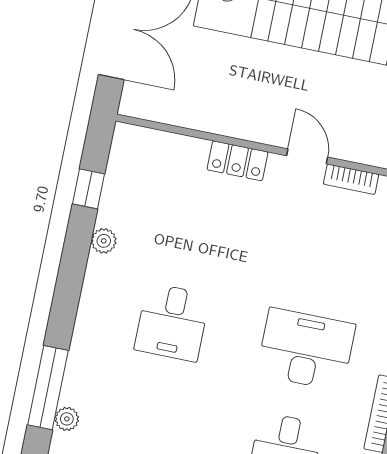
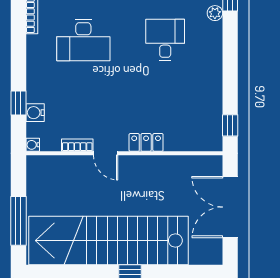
window: (89, 189) -> (230, 125), moved
plant: (104, 241) -> (215, 13), moved

